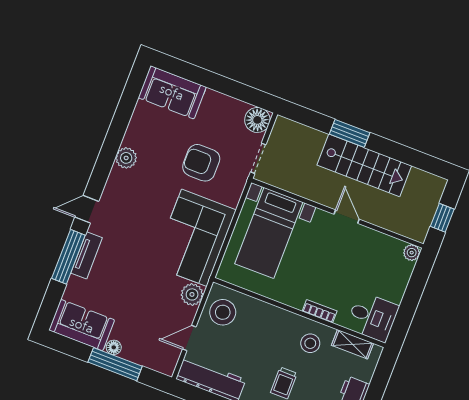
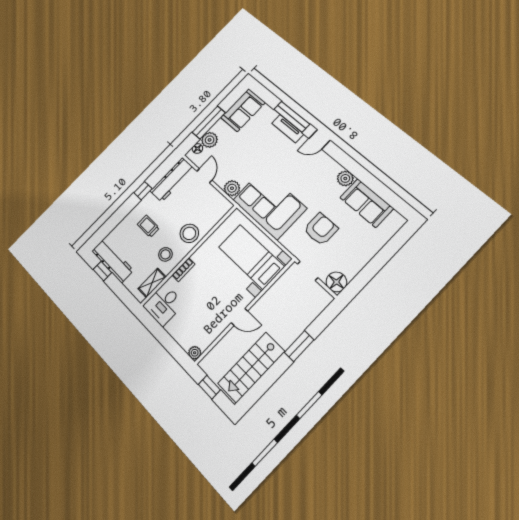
sofa: (172, 92) -> (367, 203), moved, turned -90
stairs: (364, 165) -> (251, 367), moved
door: (87, 209) -> (319, 139), swing flipped
stool: (223, 312) -> (189, 233), moved
floor lamp: (114, 347) -> (197, 149), moved
plant: (139, 352) -> (210, 140), added

